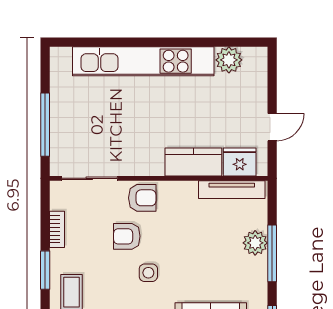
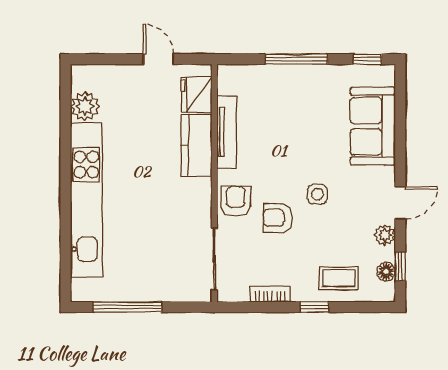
window: (45, 125) -> (127, 307), moved
tv unit: (232, 190) -> (227, 132), moved
armchair: (127, 236) -> (278, 218), turned 90
plant: (255, 243) -> (285, 78), removed
window: (45, 270) -> (315, 307), width x0.67

